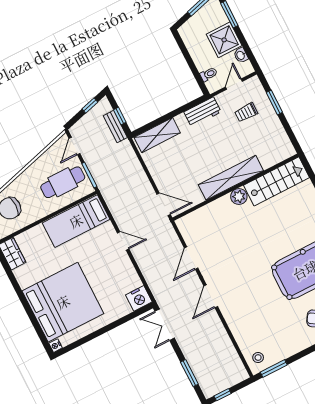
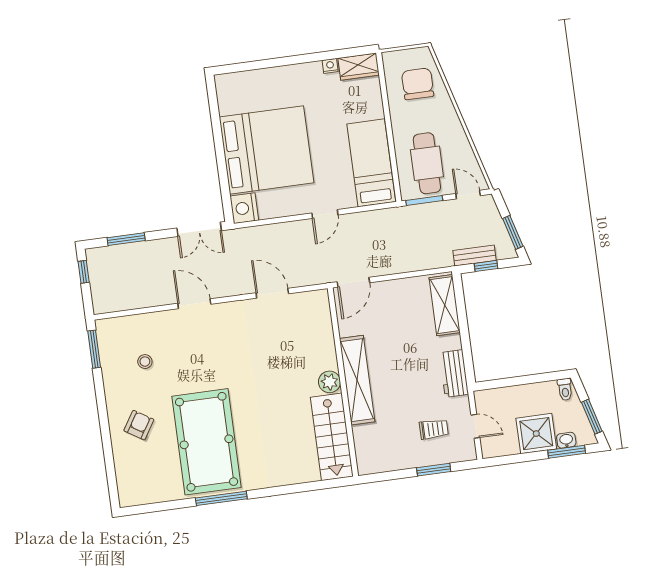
washbasin: (241, 55) -> (566, 440), moved
toilet: (209, 74) -> (565, 389), moved
window: (90, 106) -> (513, 232), width x1.50
trolley: (246, 112) -> (434, 429), turned 90
door: (211, 296) -> (194, 304), moved
bed: (63, 302) -> (267, 150), moved, turned -90
double door: (165, 325) -> (199, 229), swing flipped
nightstand: (56, 346) -> (330, 66), moved
stool: (258, 358) -> (145, 362), moved

